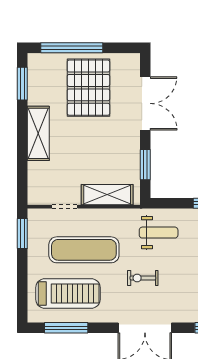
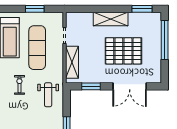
pallet: (88, 88) -> (123, 51), moved
window: (22, 233) -> (35, 9), moved

